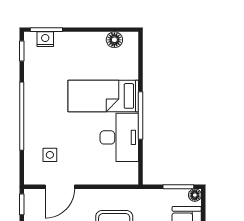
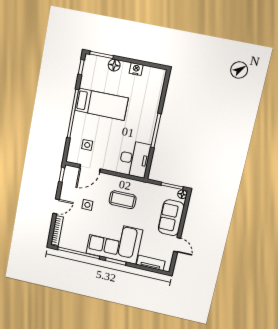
nightstand: (45, 39) -> (136, 69), moved
floor lamp: (114, 40) -> (114, 65), moved
bed: (103, 96) -> (101, 104), moved, turned 180
desk: (119, 137) -> (135, 159), moved

